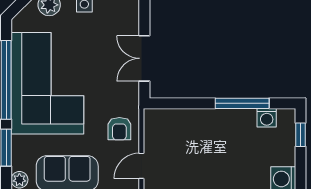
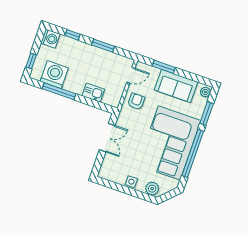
washing machine: (267, 118) -> (54, 75), width x1.89, depth x1.89
kitchen sink: (189, 120) -> (93, 93), added

